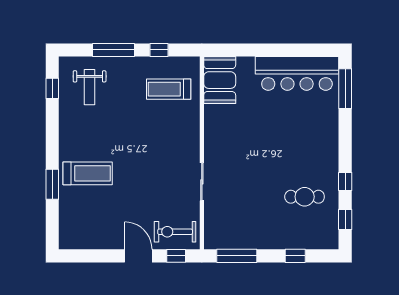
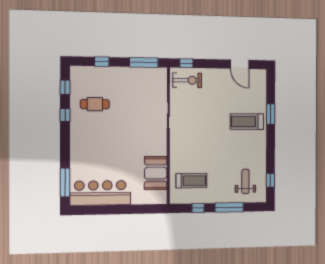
booth: (220, 80) -> (156, 173), moved
door: (138, 256) -> (240, 64), moved

